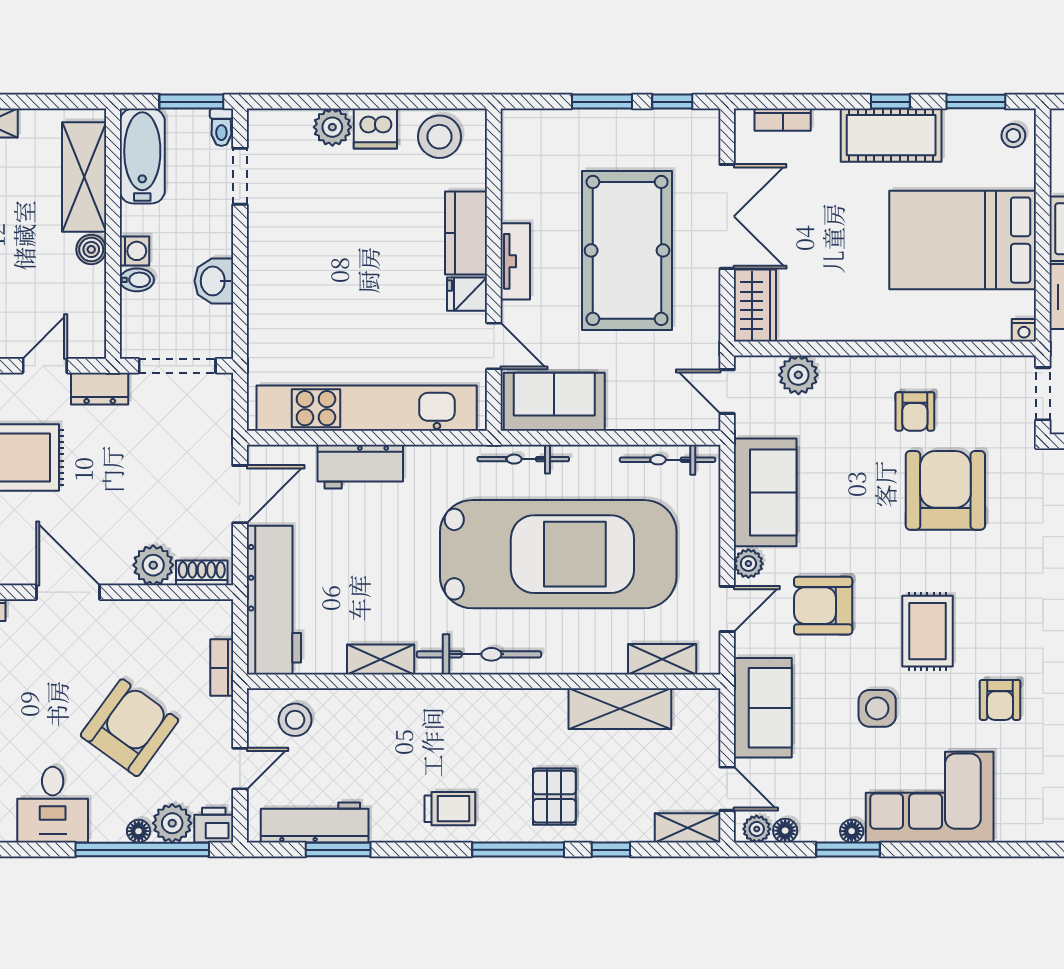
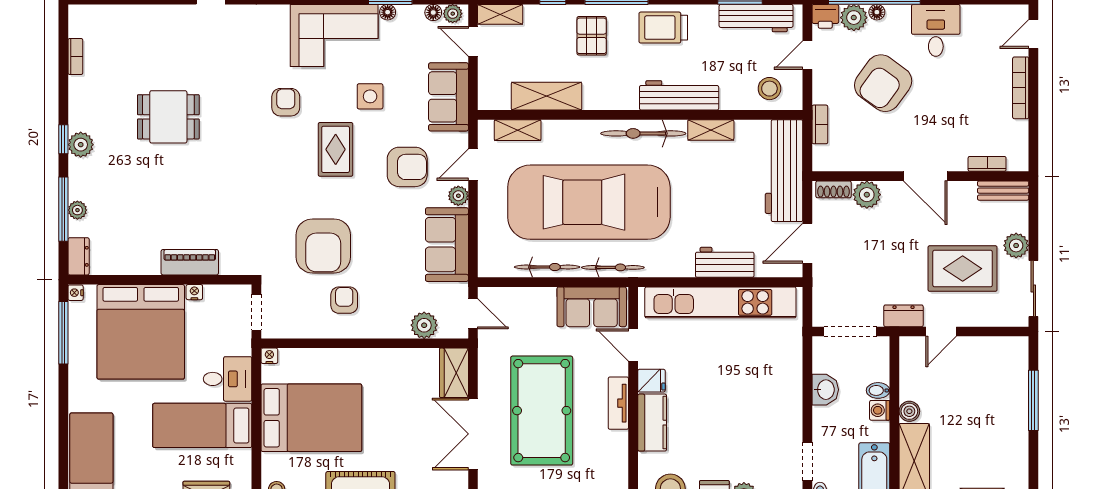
bicycle: (668, 460) -> (547, 267), moved
workbench: (427, 710) -> (679, 95), added
trolley: (450, 809) -> (663, 28), width x1.36, depth x1.39

